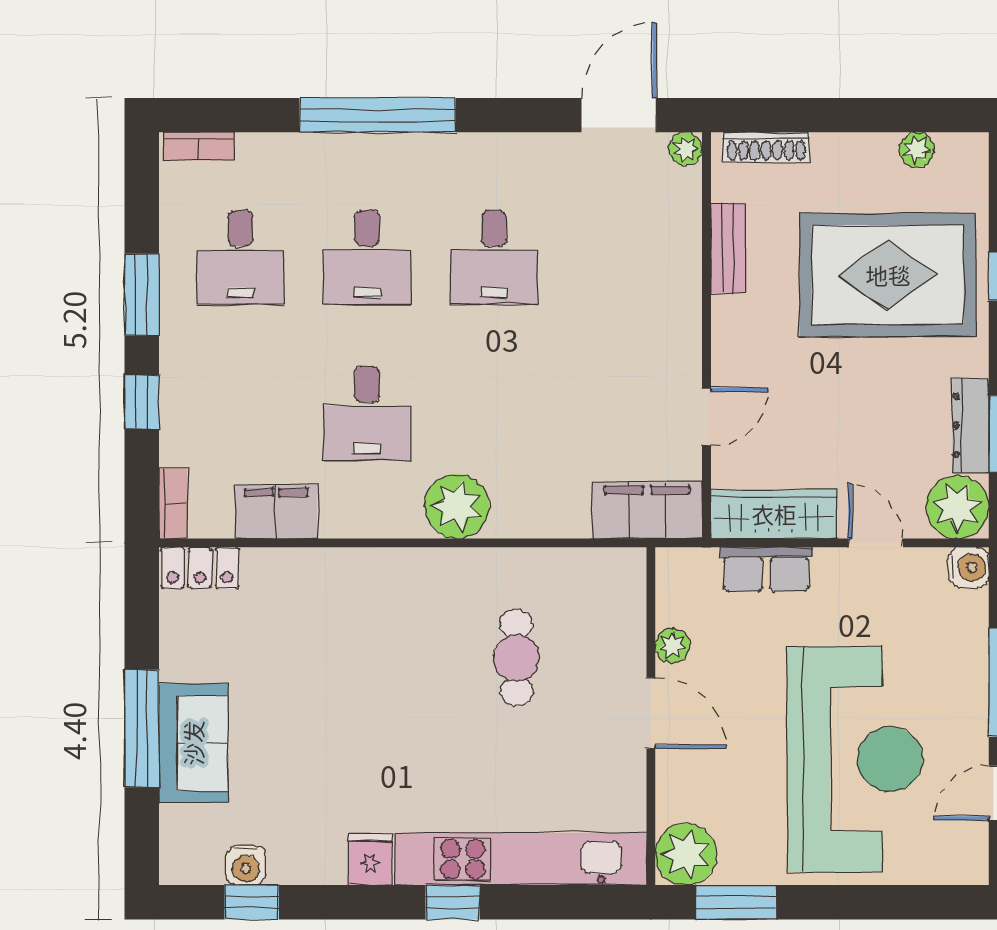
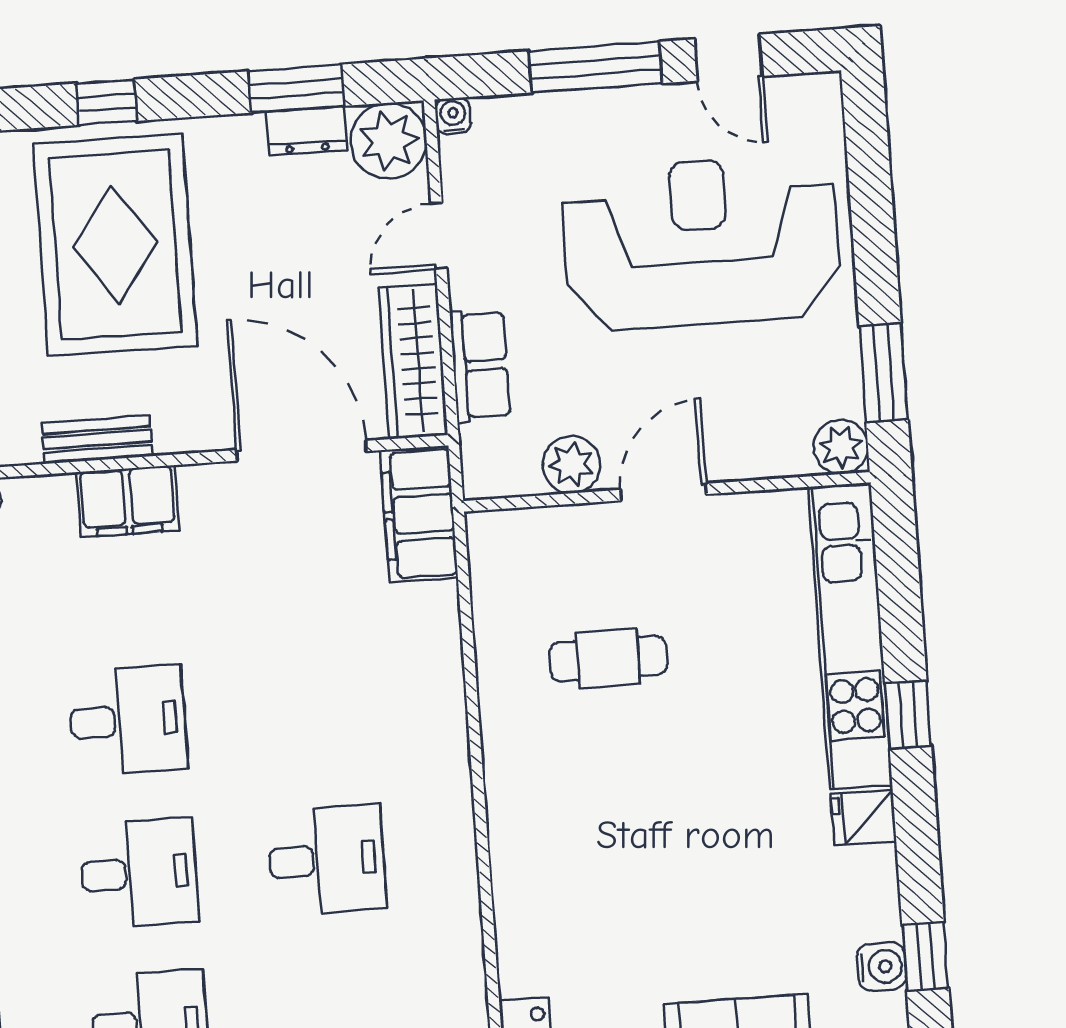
door: (706, 417) -> (302, 451), width x1.87
dresser: (971, 426) -> (306, 131), width x0.70
plant: (457, 506) -> (431, 744), removed
filing cabinet: (276, 511) -> (128, 501), moved, turned -90
water cooler: (969, 567) -> (453, 116), width x0.72, depth x0.72
plant: (672, 645) -> (571, 465), width x1.38, depth x1.38
plant: (686, 854) -> (841, 447), width x0.73, depth x0.73

